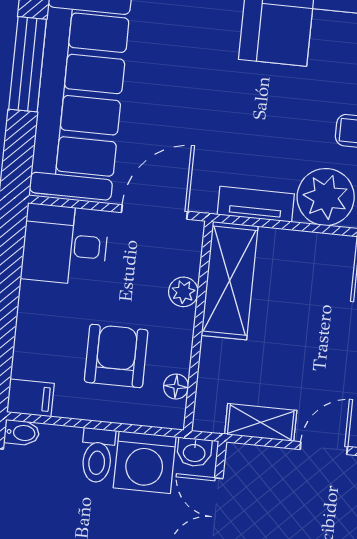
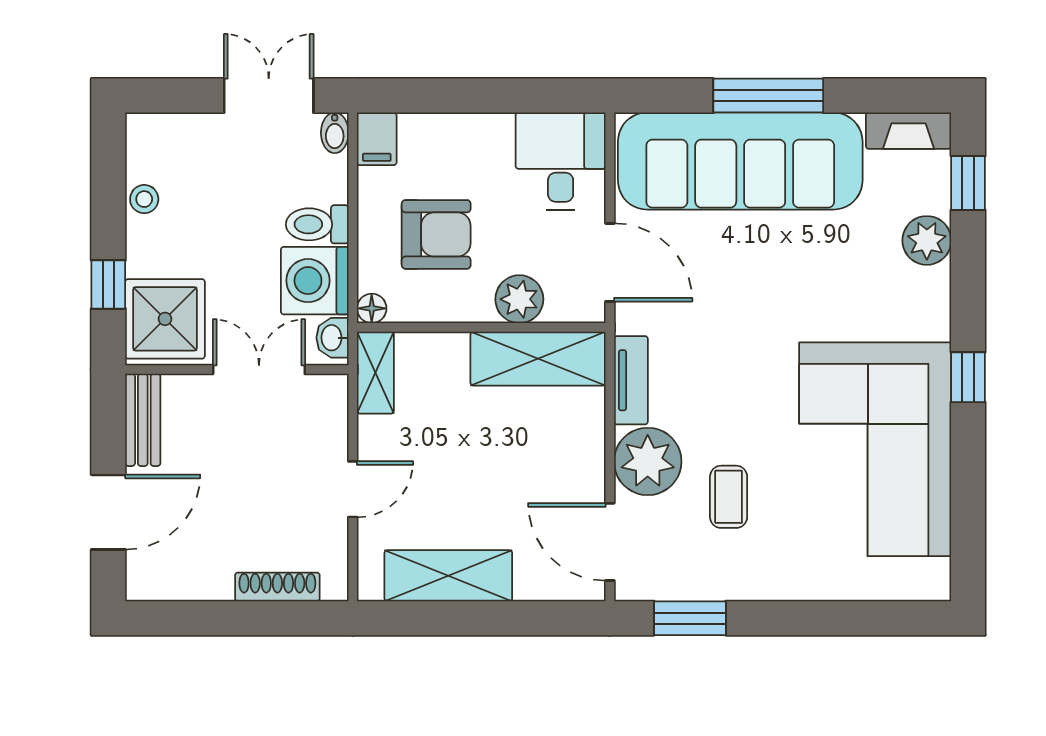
plant: (183, 292) -> (519, 299), width x1.38, depth x1.38
floor lamp: (176, 387) -> (372, 308), moved
shelving: (261, 422) -> (375, 373), moved
door: (324, 448) -> (353, 489), hinge flipped

